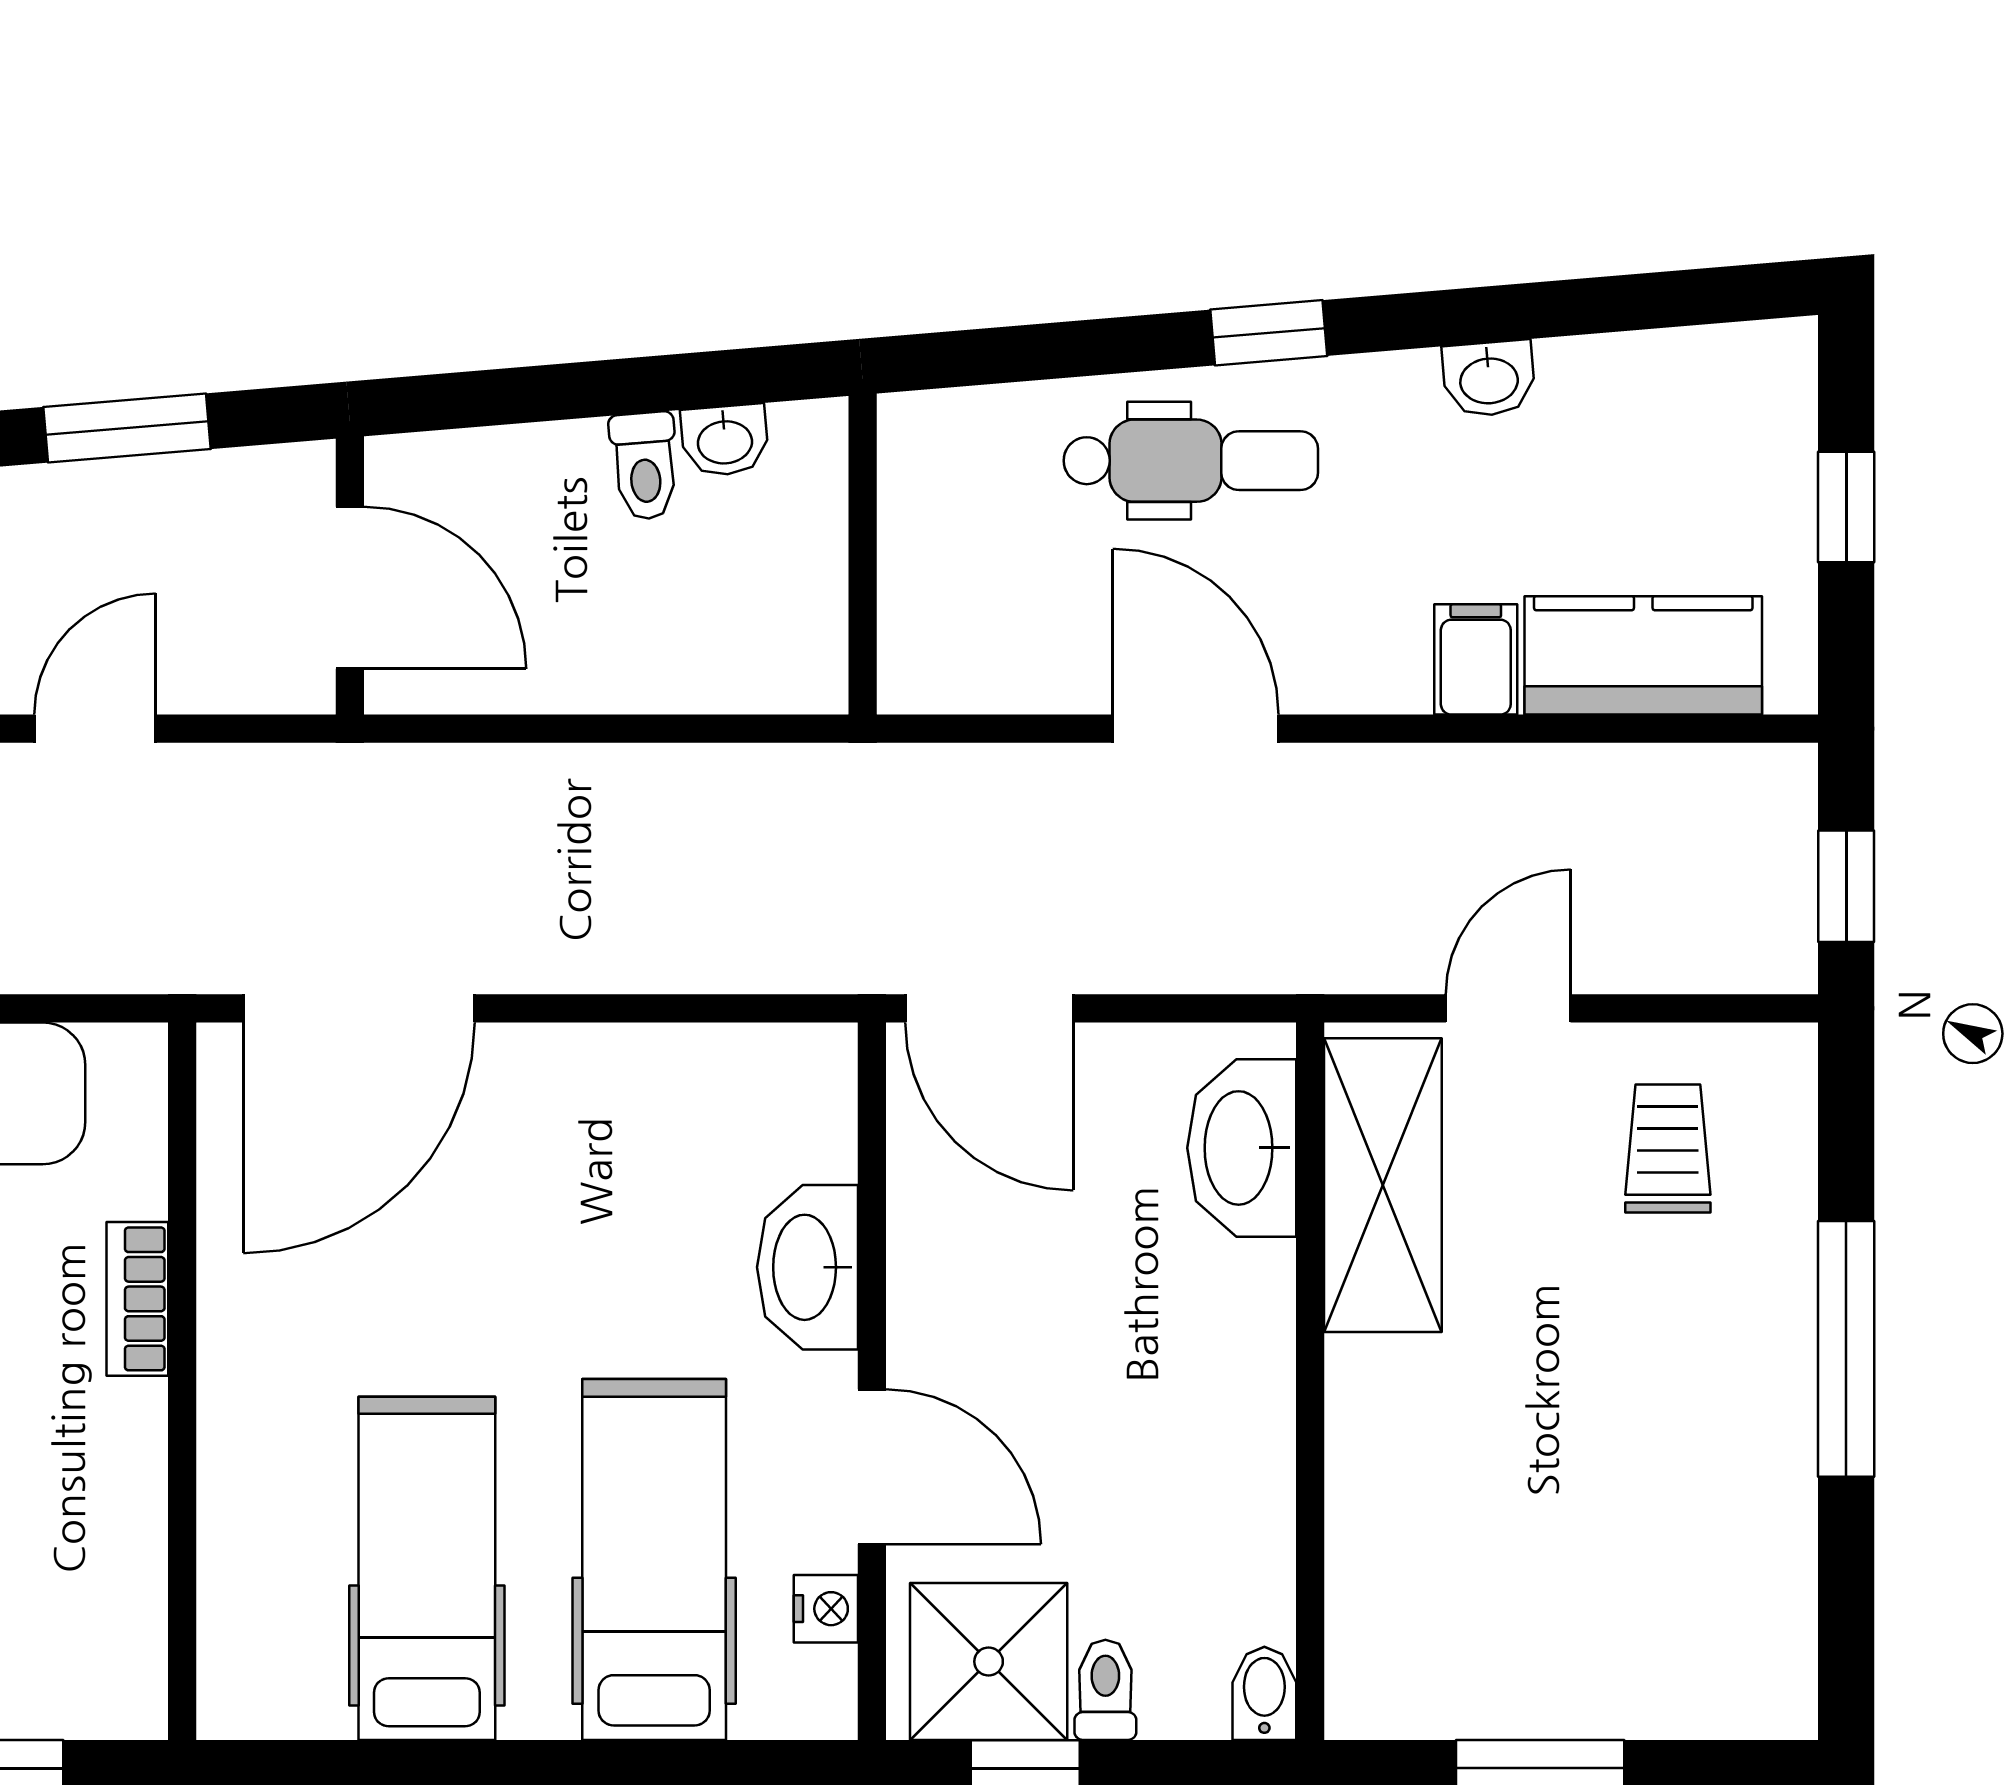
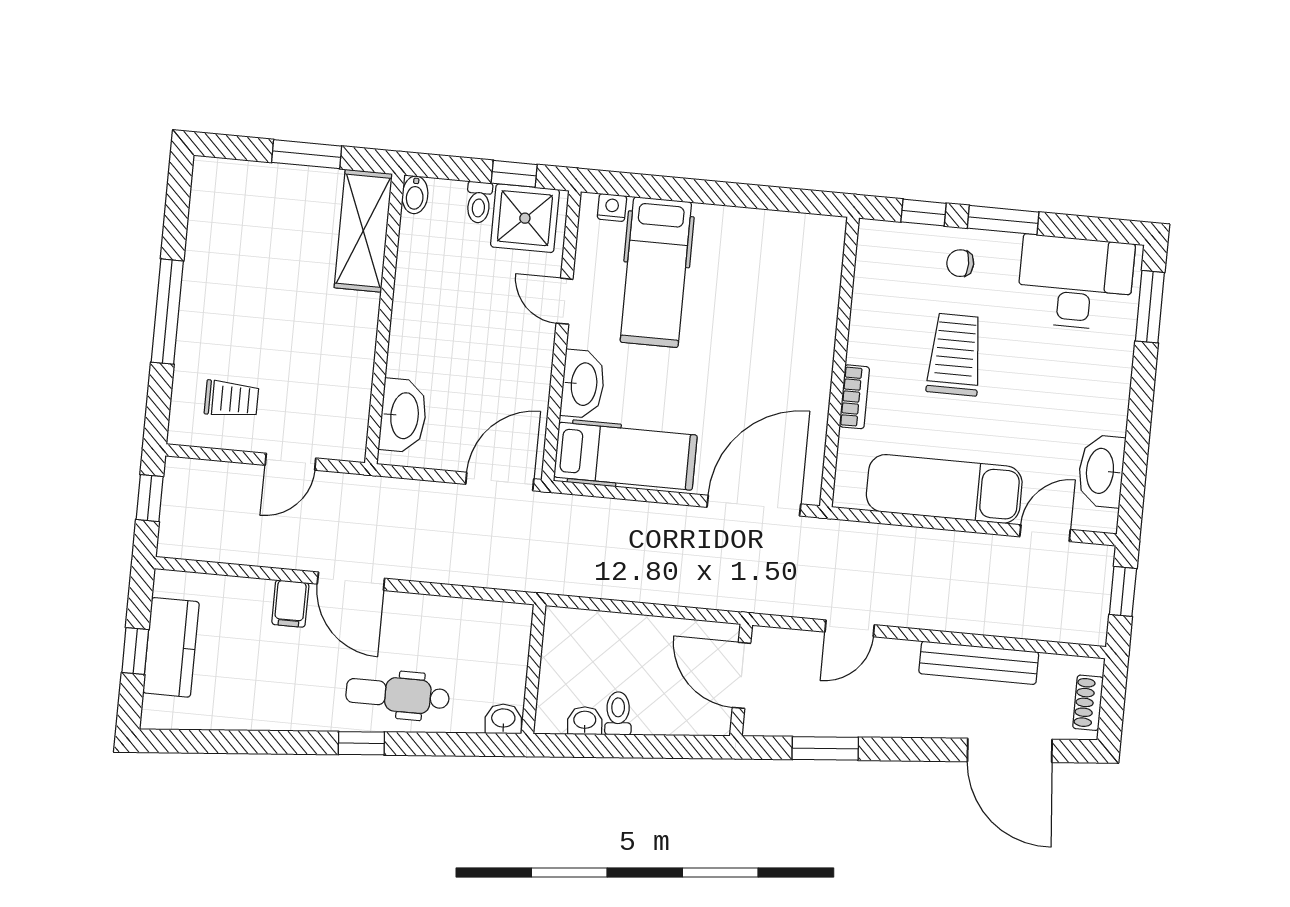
washbasin: (1489, 379) -> (503, 719), moved
kitchen counter: (1643, 655) -> (171, 647), moved, turned -90
door: (1196, 729) -> (351, 581), moved
door: (989, 1008) -> (500, 482), hinge flipped
trolley: (1668, 1149) -> (231, 399), turned -90
shelving: (1383, 1185) -> (363, 231), moved
door: (872, 1467) -> (565, 301), width x0.73
hospital bed: (427, 1568) -> (625, 456), moved, turned -90
nightstand: (826, 1609) -> (612, 207), moved, turned 90

